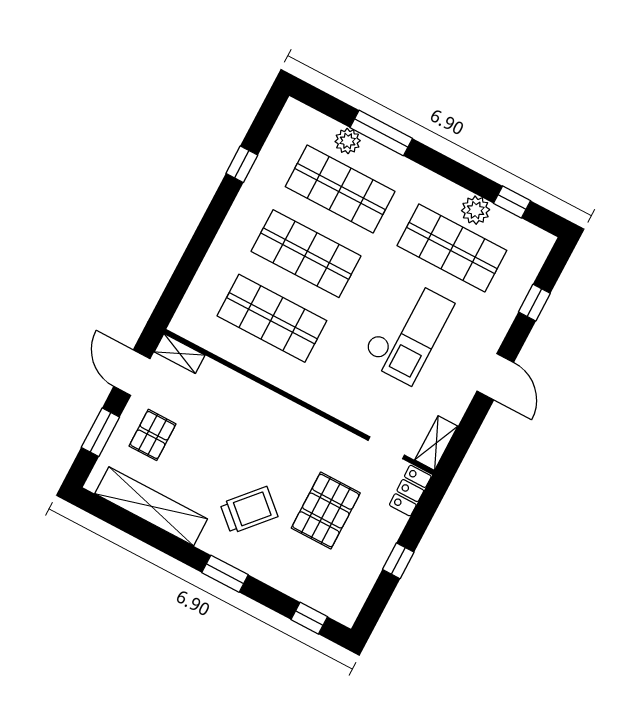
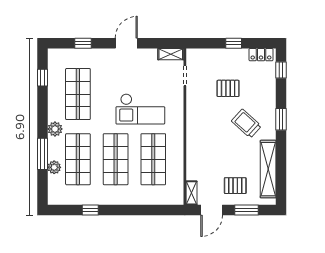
plant: (476, 210) -> (55, 129), moved
checkout: (408, 331) -> (140, 109), moved, turned 180
locker: (410, 491) -> (261, 55), moved
pallet: (326, 511) -> (228, 88), width x0.67, depth x0.71

